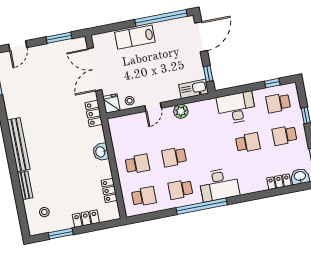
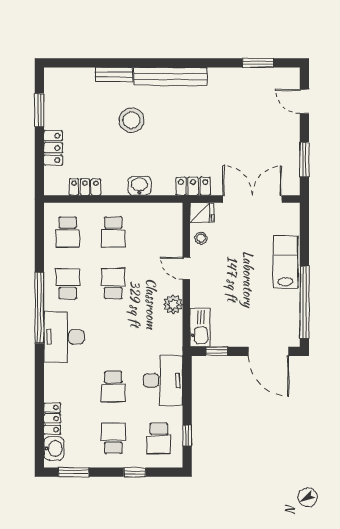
school desk: (278, 103) -> (159, 438), turned 180
stool: (44, 212) -> (132, 120), moved, width x1.89, depth x1.89

